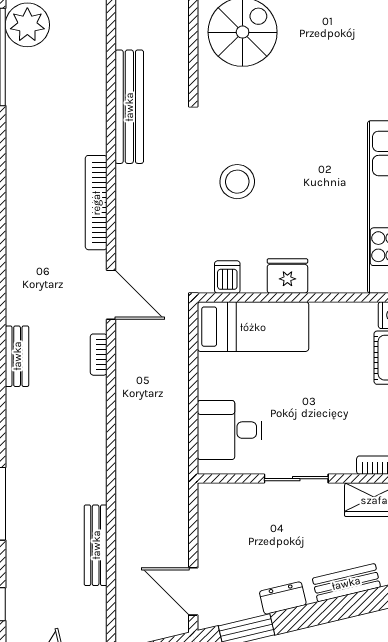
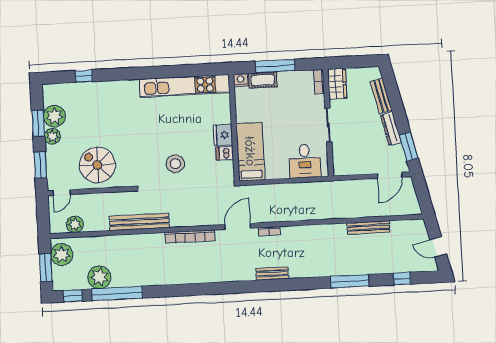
dishwasher: (227, 277) -> (225, 153), moved
dresser: (283, 598) -> (391, 129), width x1.44

